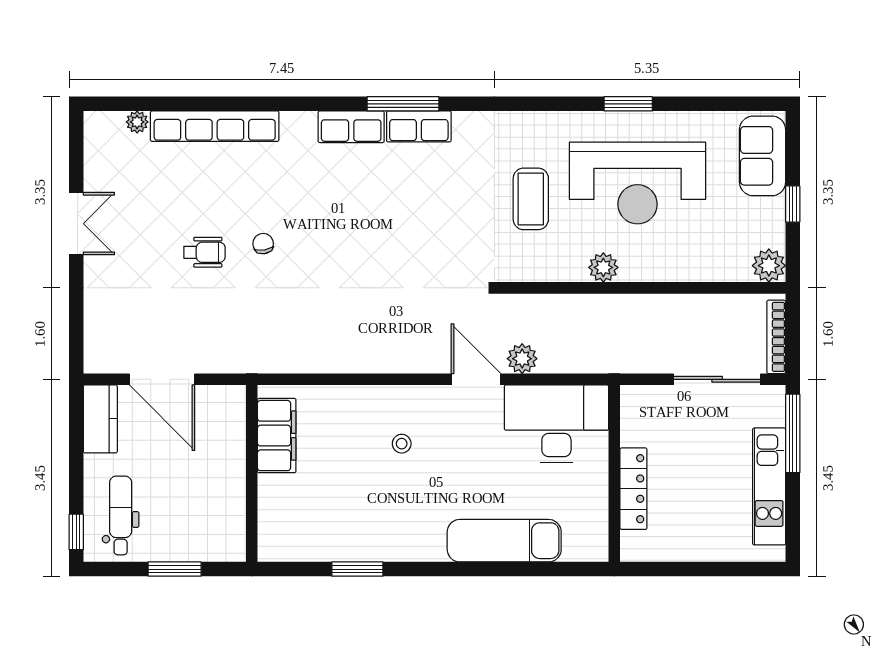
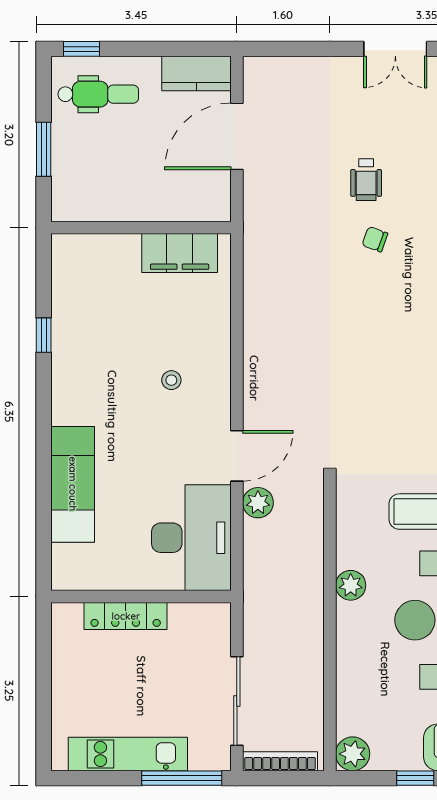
chair: (263, 244) -> (375, 239), turned -151
window: (357, 569) -> (44, 335), width x0.67

